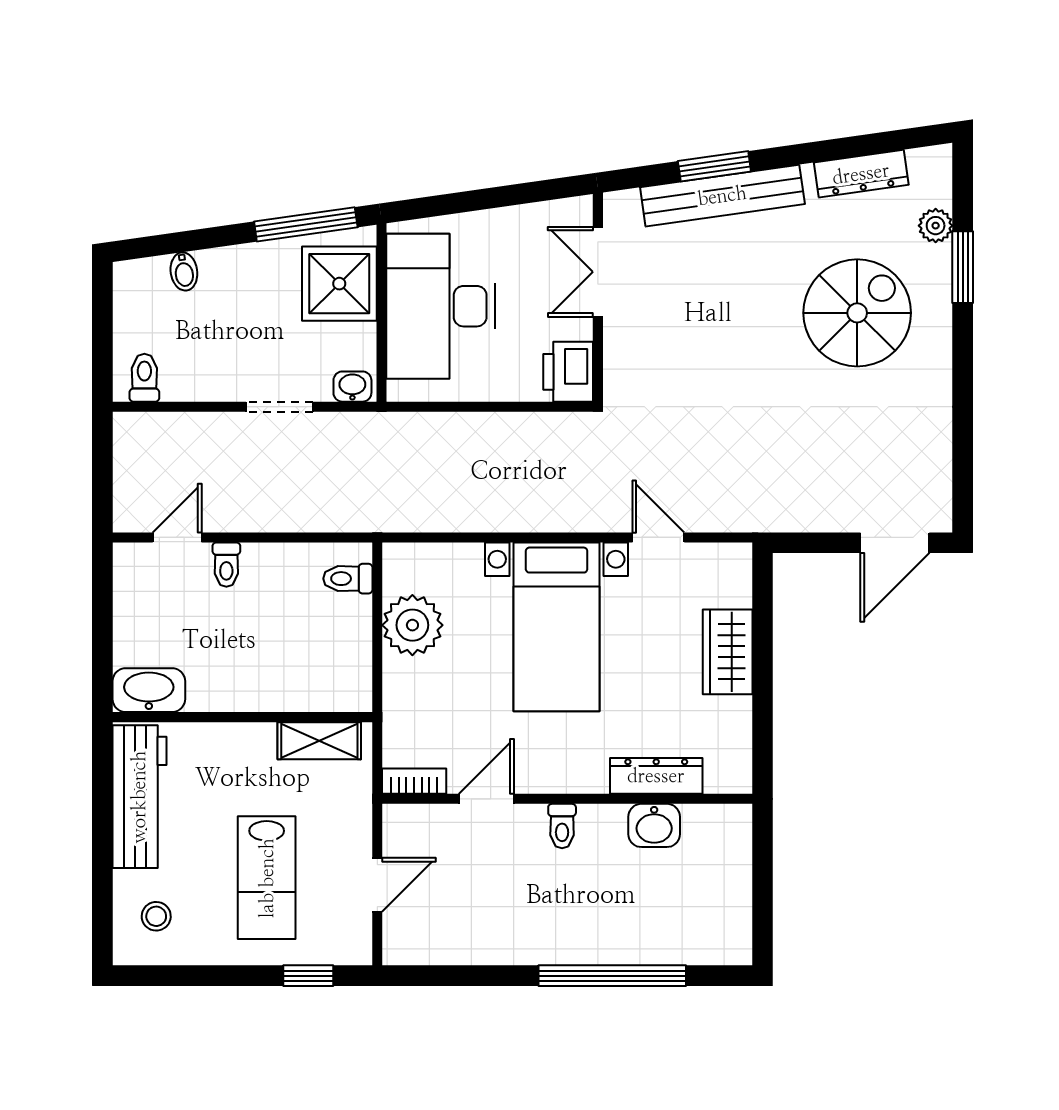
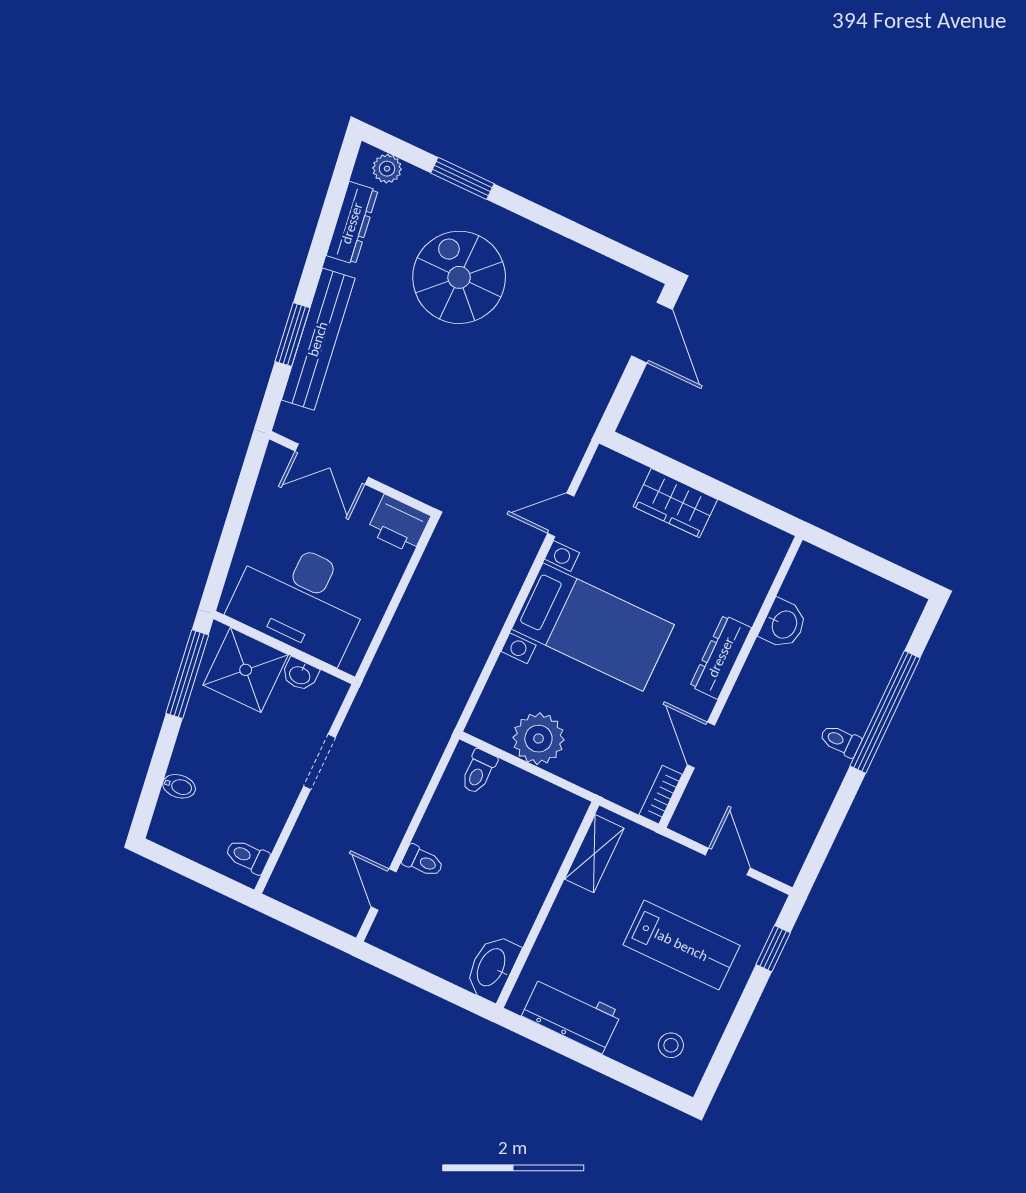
plant: (936, 226) -> (387, 169), moved
washbasin: (352, 387) -> (300, 675), moved, turned -90
dresser: (656, 776) -> (721, 657), moved
workbench: (139, 797) -> (572, 1014), width x0.73
toilet: (562, 826) -> (840, 741), moved, turned 180

